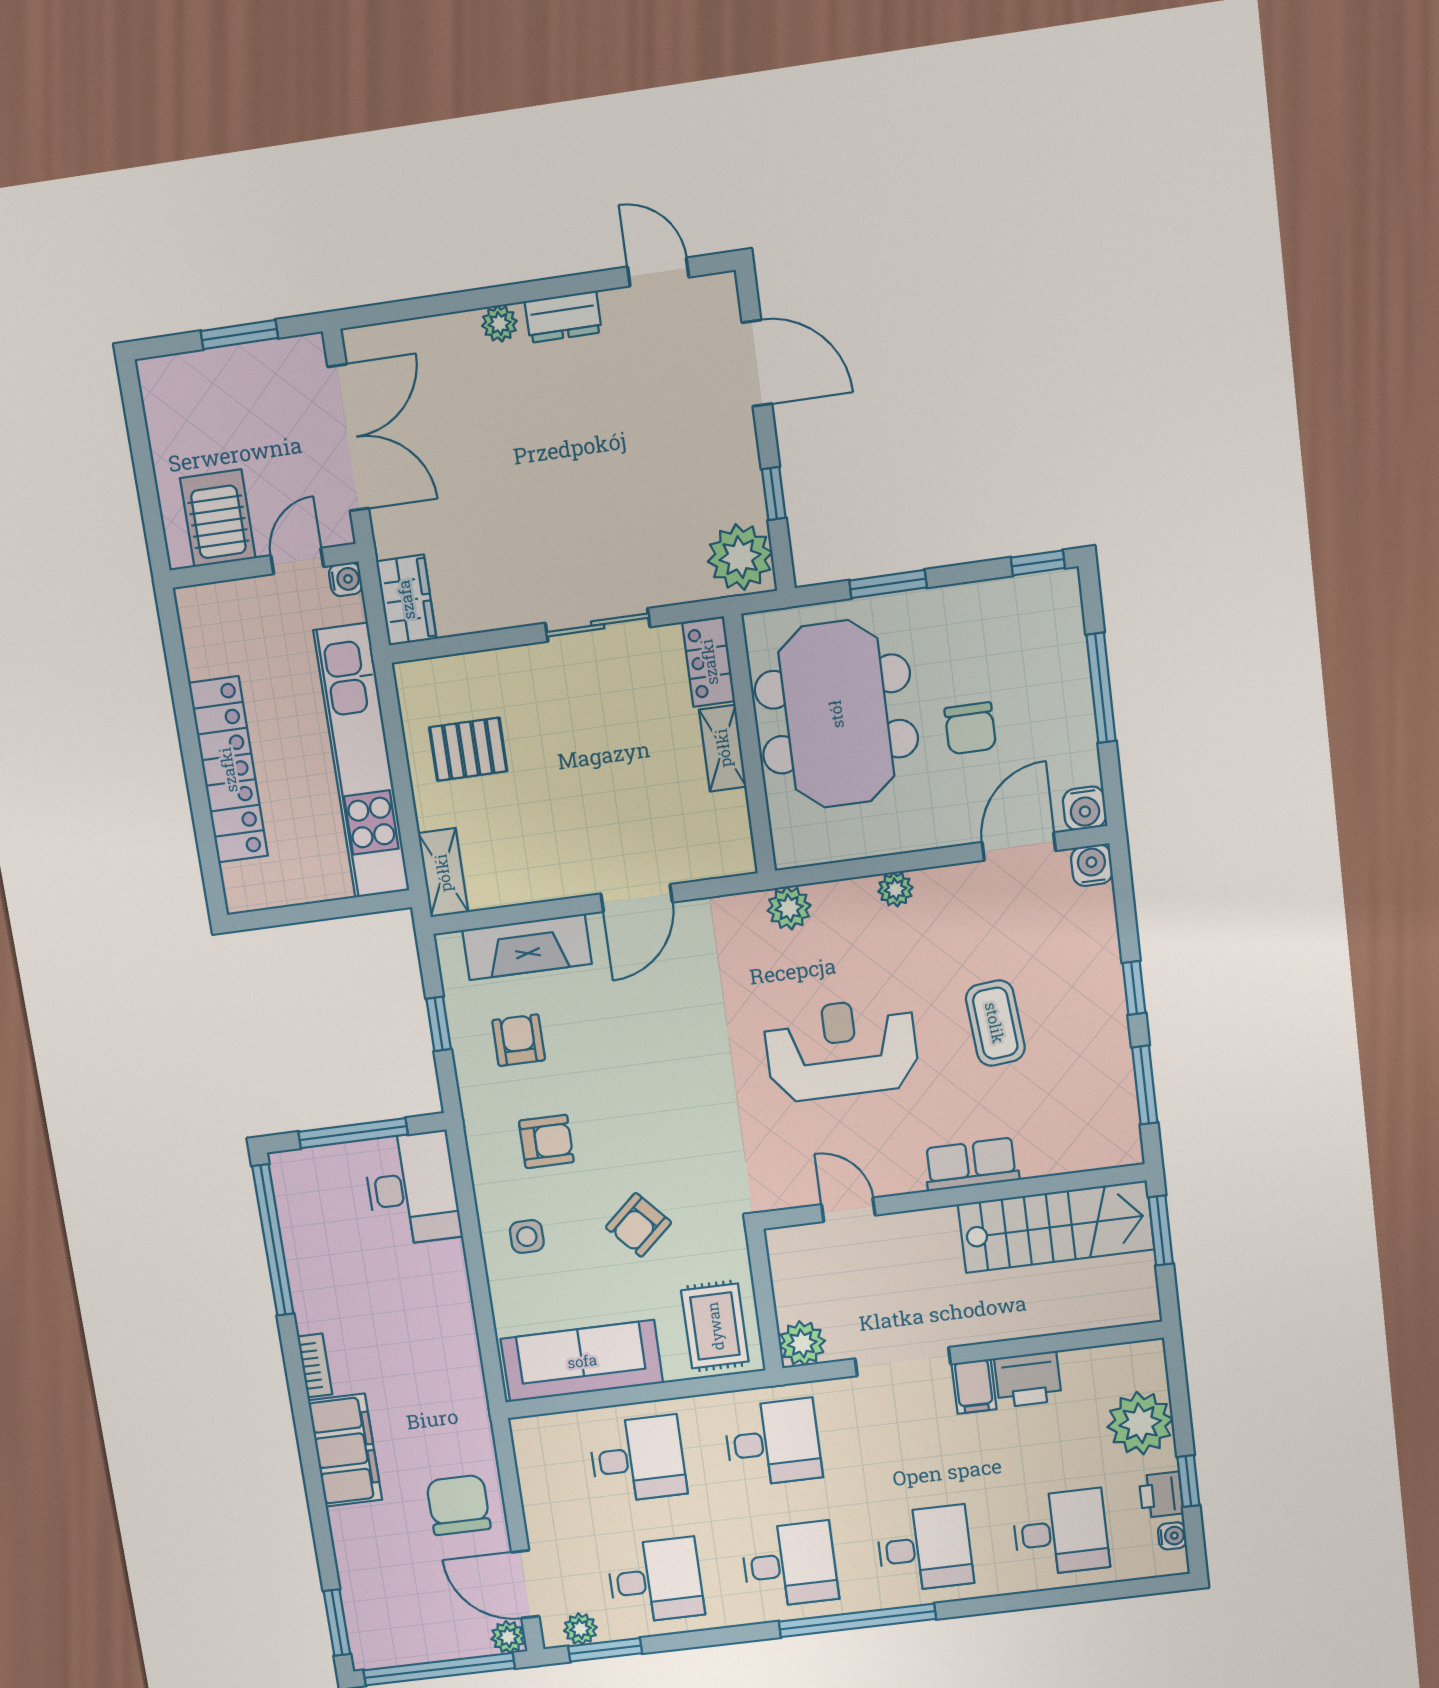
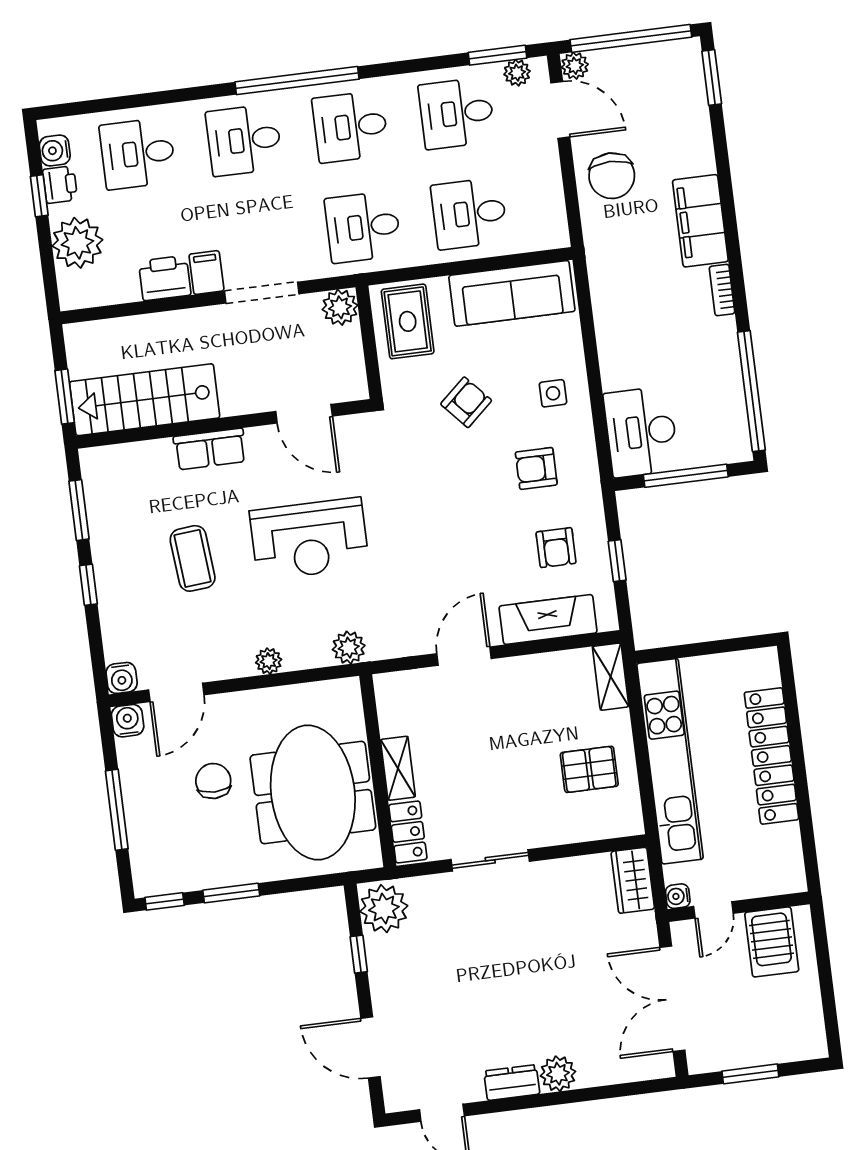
plant: (499, 324) -> (558, 1074), width x1.38, depth x1.38
window: (888, 584) -> (231, 893), moved
door: (848, 1210) -> (304, 414), width x1.38
water cooler: (1172, 1536) -> (55, 150), width x1.38, depth x1.38

